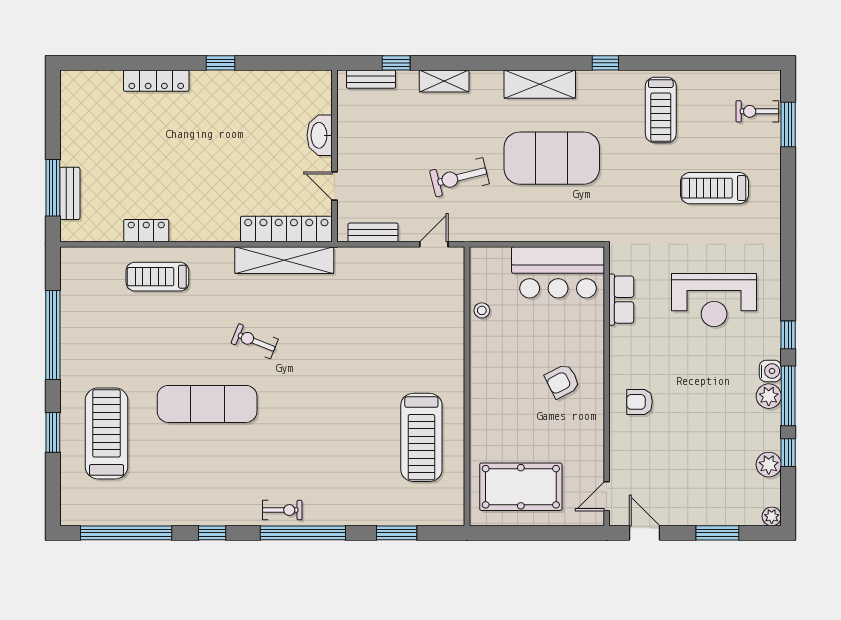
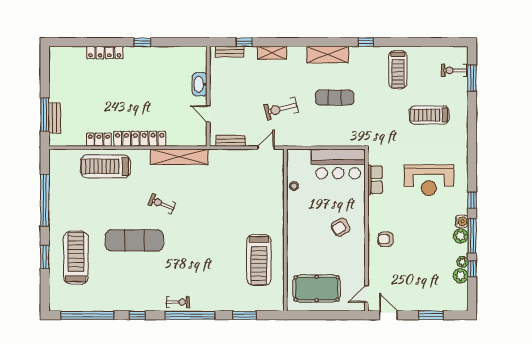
exercise mat: (552, 158) -> (335, 98), width x0.50, depth x0.69
locker: (286, 229) -> (140, 139), moved
treadmill: (157, 277) -> (105, 166), width x1.37, depth x1.38
plant: (772, 516) -> (462, 262), moved

